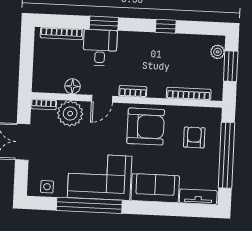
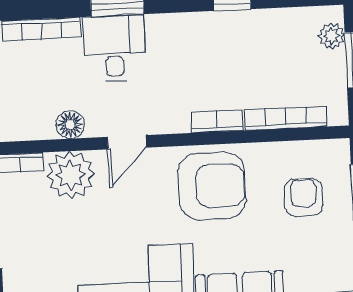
bookcase: (133, 91) -> (217, 122), moved

